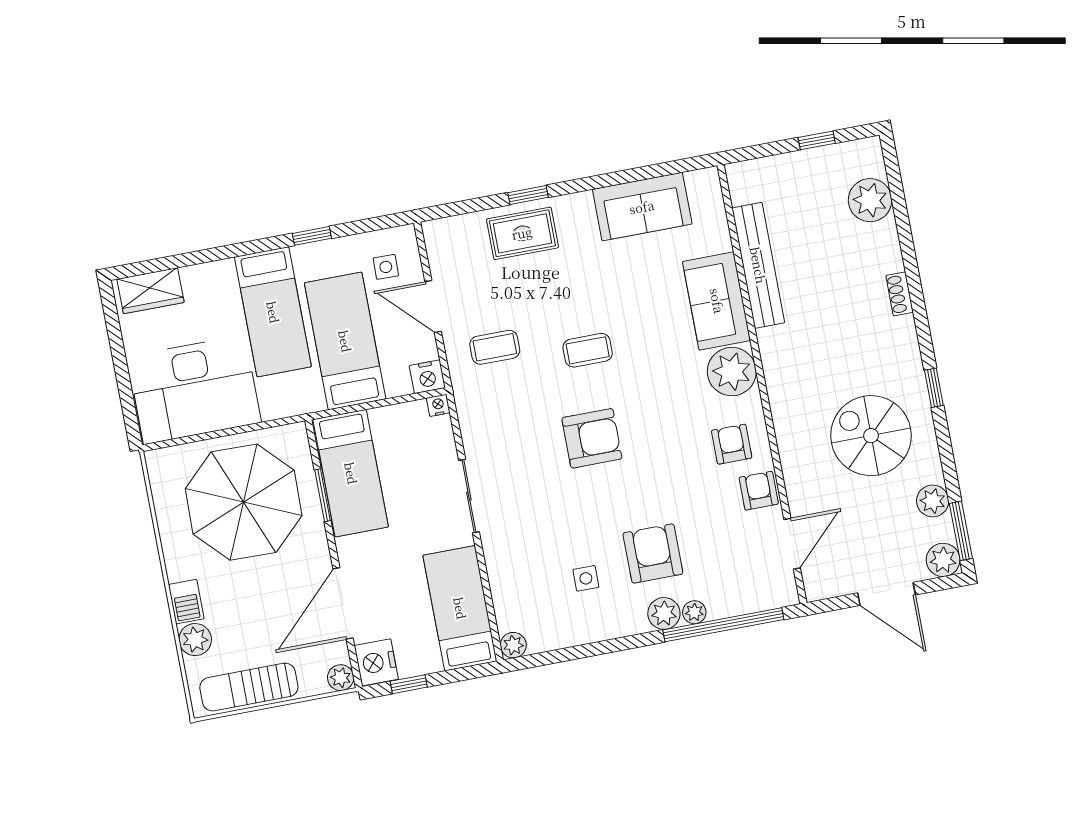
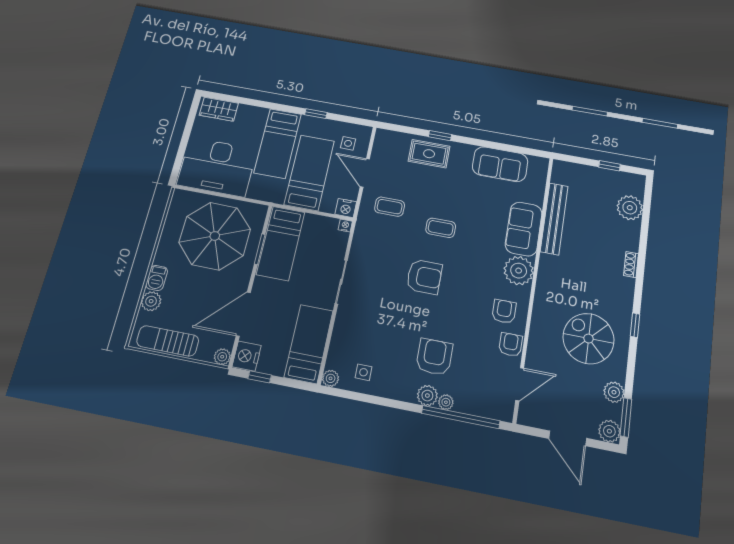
side table: (586, 578) -> (363, 372), moved

